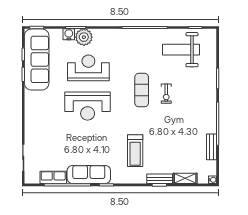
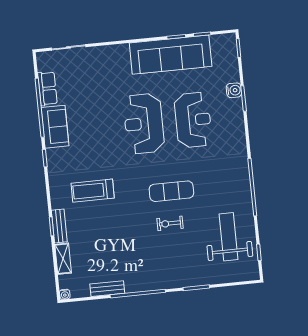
plant: (84, 37) -> (232, 110), removed
sofa: (37, 59) -> (171, 55), moved
sofa: (89, 175) -> (55, 127), width x0.73

